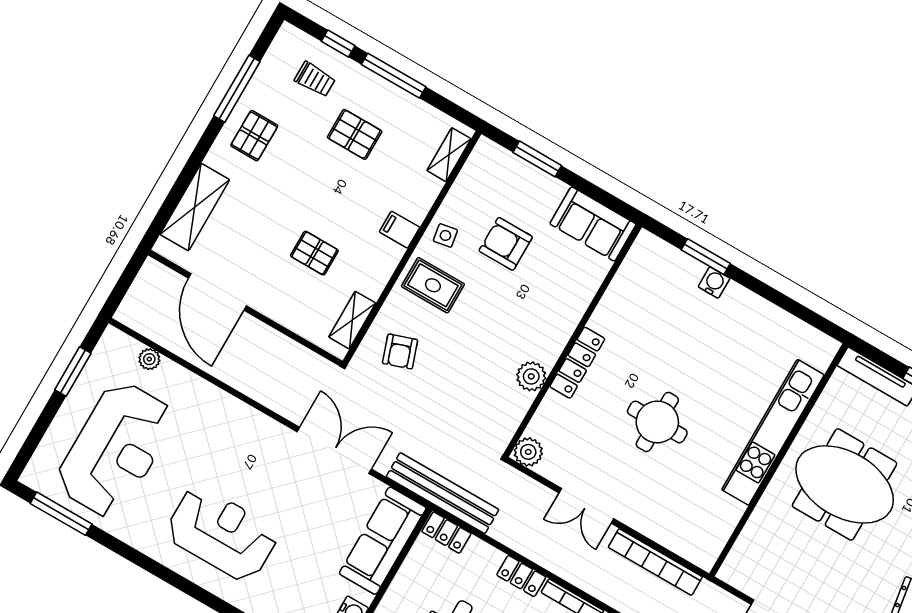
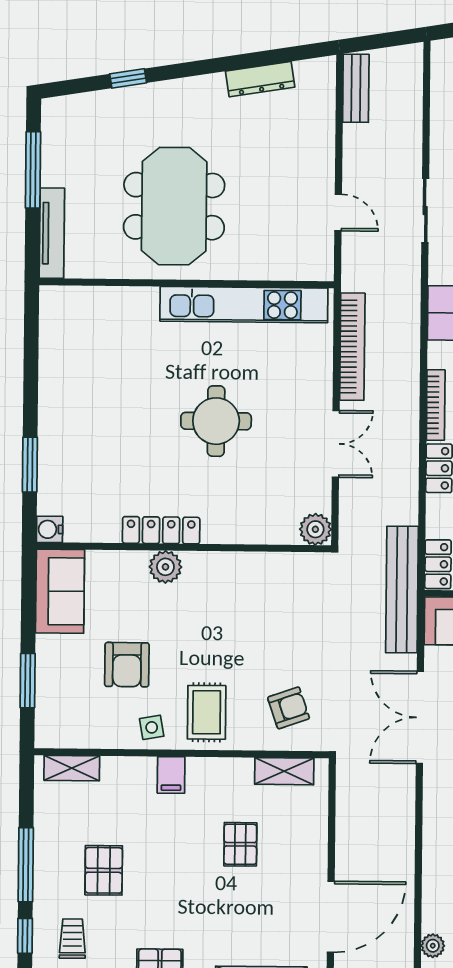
water cooler: (714, 283) -> (50, 529), moved
locker: (577, 363) -> (161, 530), moved
plant: (531, 376) -> (165, 567), moved
kitchen unit: (773, 432) -> (244, 305), moved

